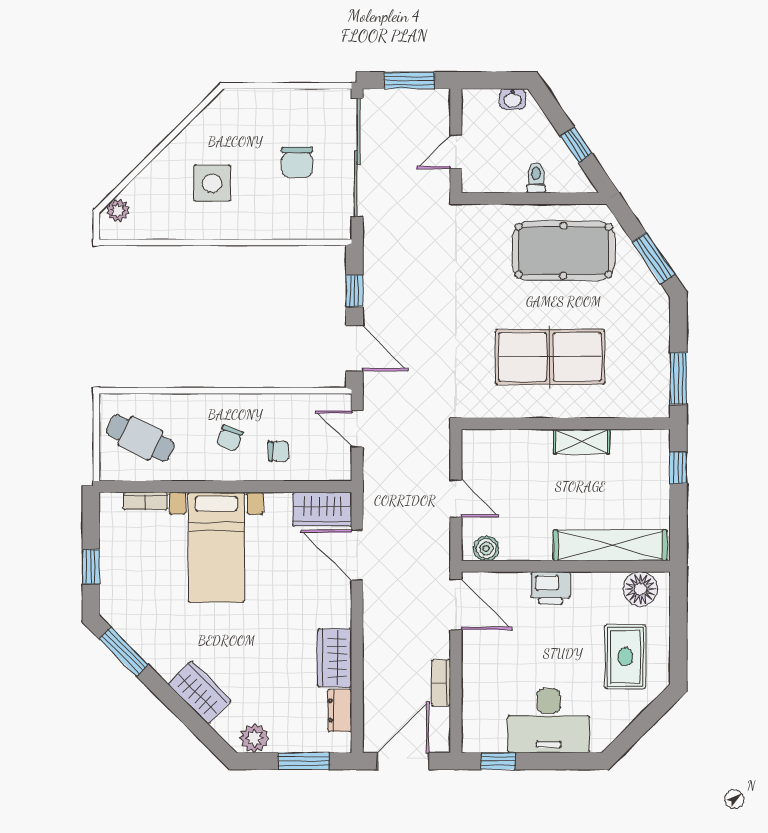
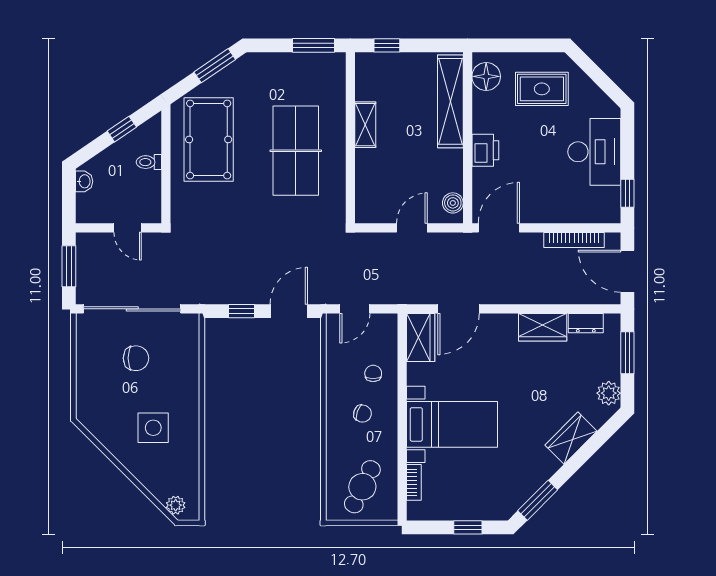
bookcase: (441, 683) -> (574, 240), width x1.56

